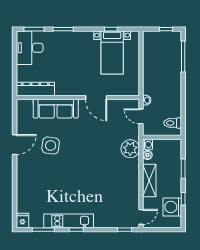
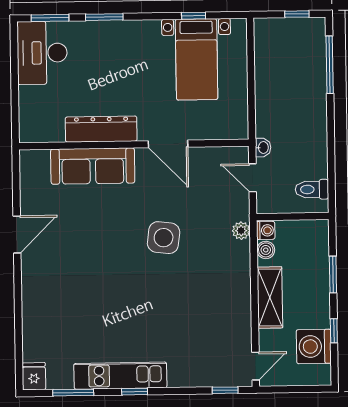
dresser: (35, 89) -> (101, 129), moved
side table: (51, 146) -> (164, 238), moved
plant: (130, 149) -> (241, 231), width x0.53, depth x0.53

